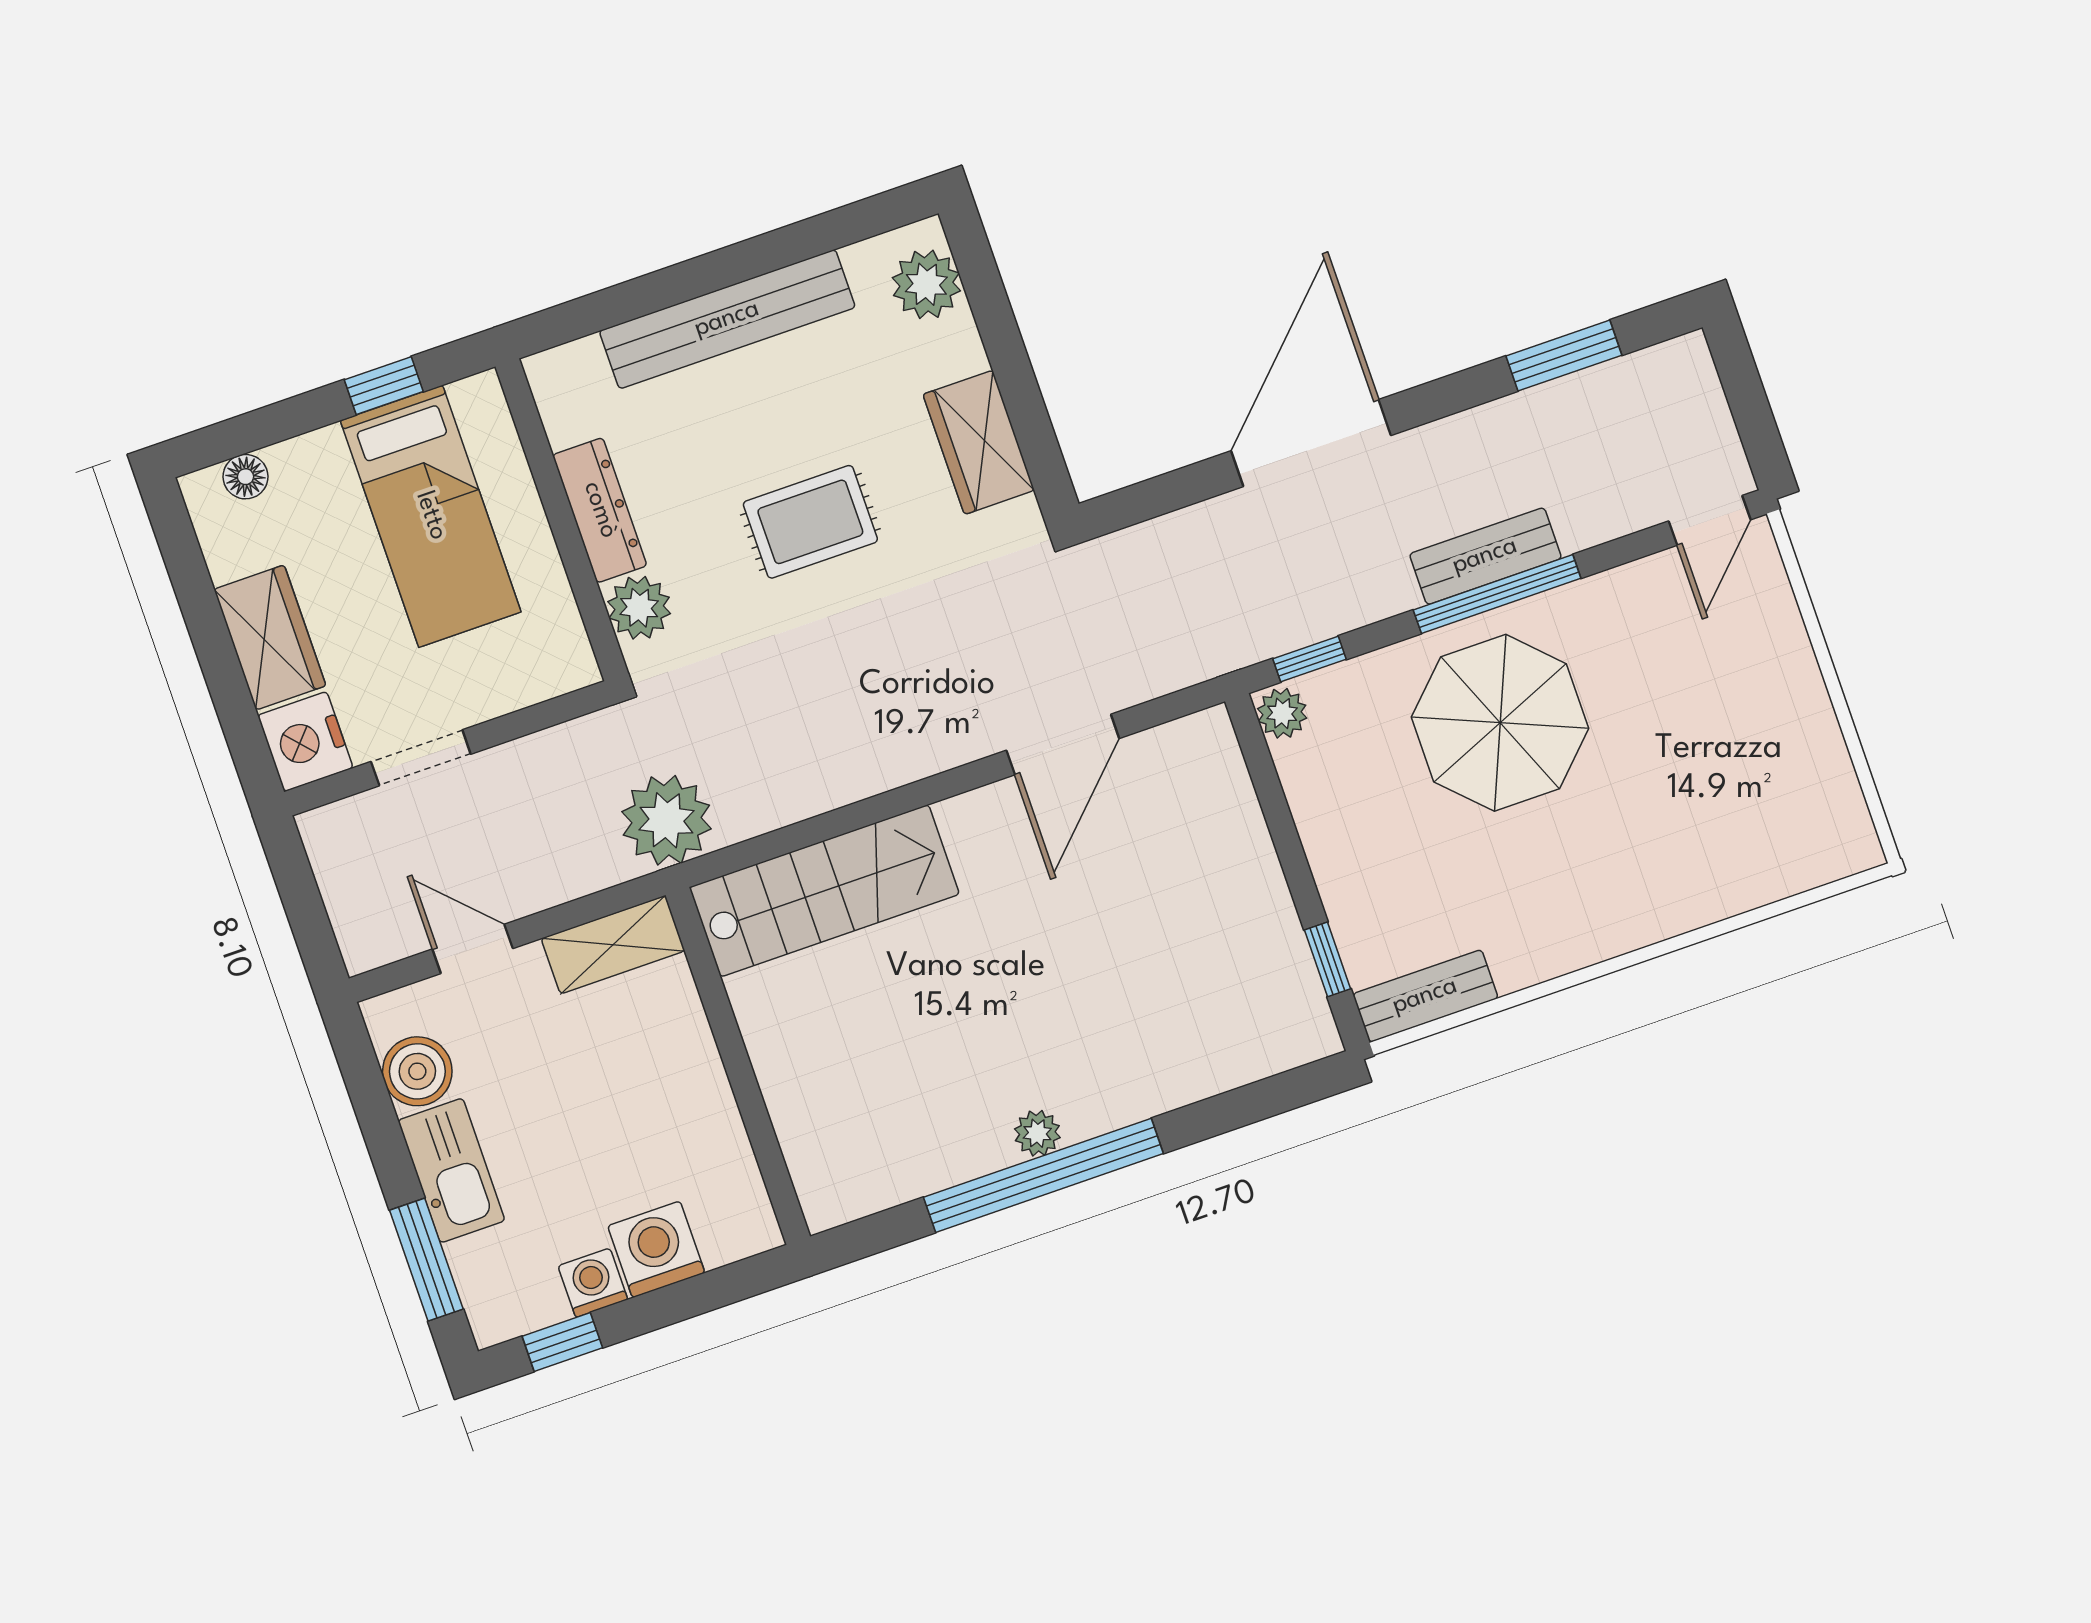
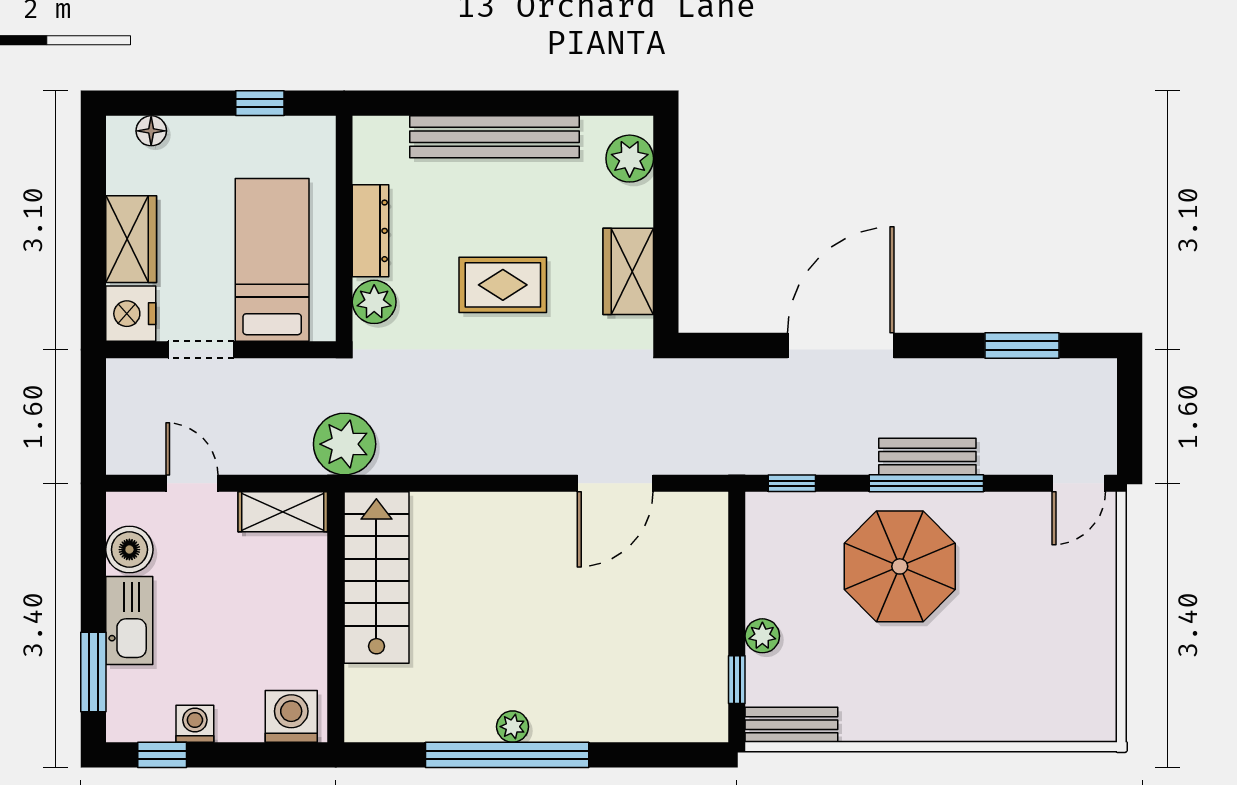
bed: (431, 516) -> (272, 260), moved, turned 180
plant: (1282, 713) -> (762, 636), moved
stairs: (824, 891) -> (376, 578), moved, turned -90
washing machine: (656, 1249) -> (291, 716), moved

